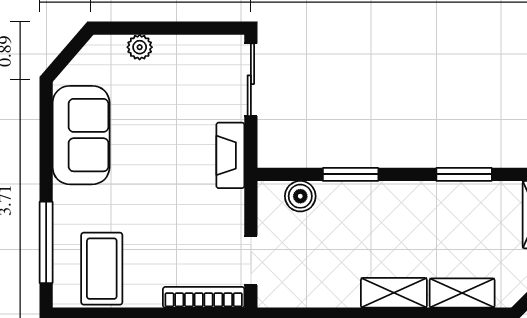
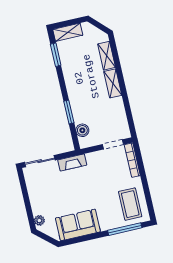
plant: (140, 47) -> (39, 220), moved
window: (464, 174) -> (56, 55), moved
coffee table: (102, 269) -> (130, 204), turned 90

